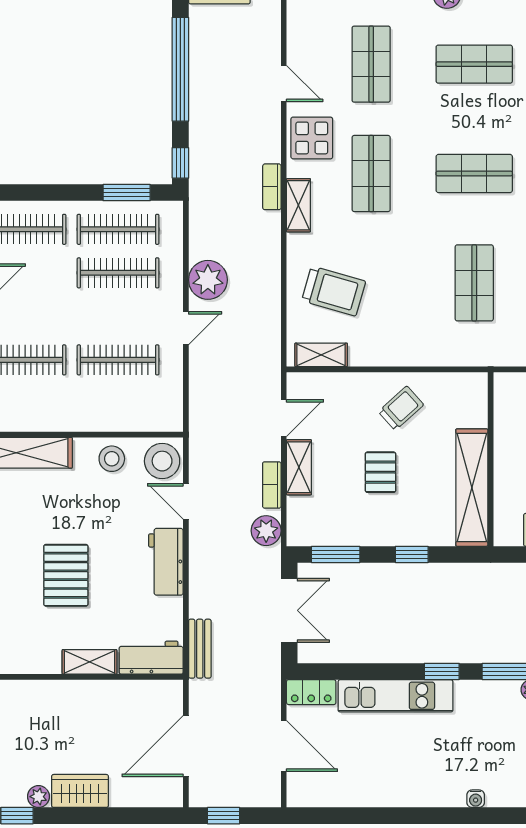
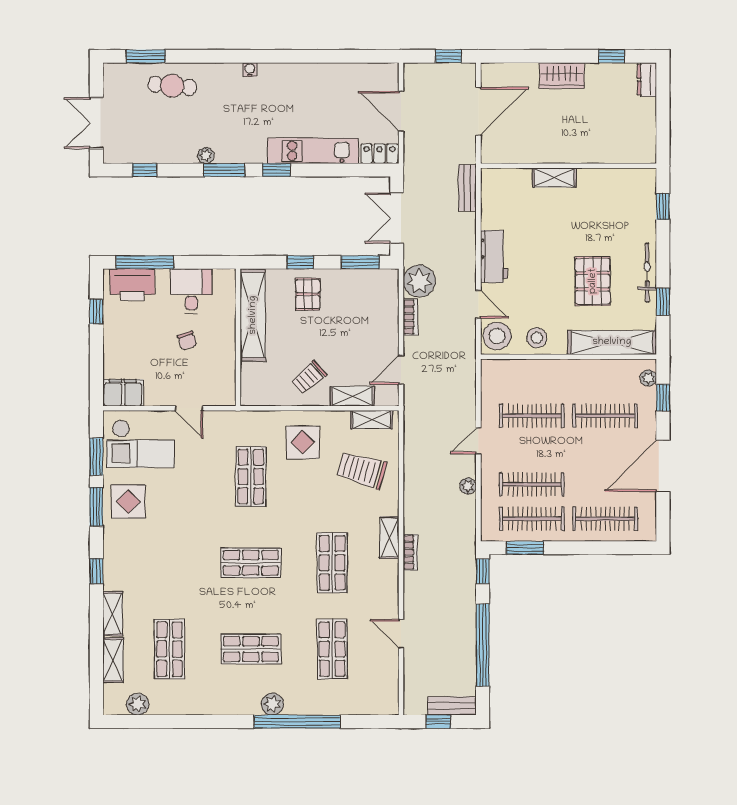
display table: (312, 138) -> (303, 442), moved
plant: (208, 280) -> (468, 486), width x0.53, depth x0.53
shelving: (299, 467) -> (352, 396), moved, turned 90
pallet: (381, 472) -> (308, 294), moved
plant: (266, 531) -> (419, 281), width x1.36, depth x1.36
pallet: (66, 575) -> (593, 281), moved
workbench: (151, 658) -> (506, 181), removed
plant: (38, 797) -> (595, 71), removed

